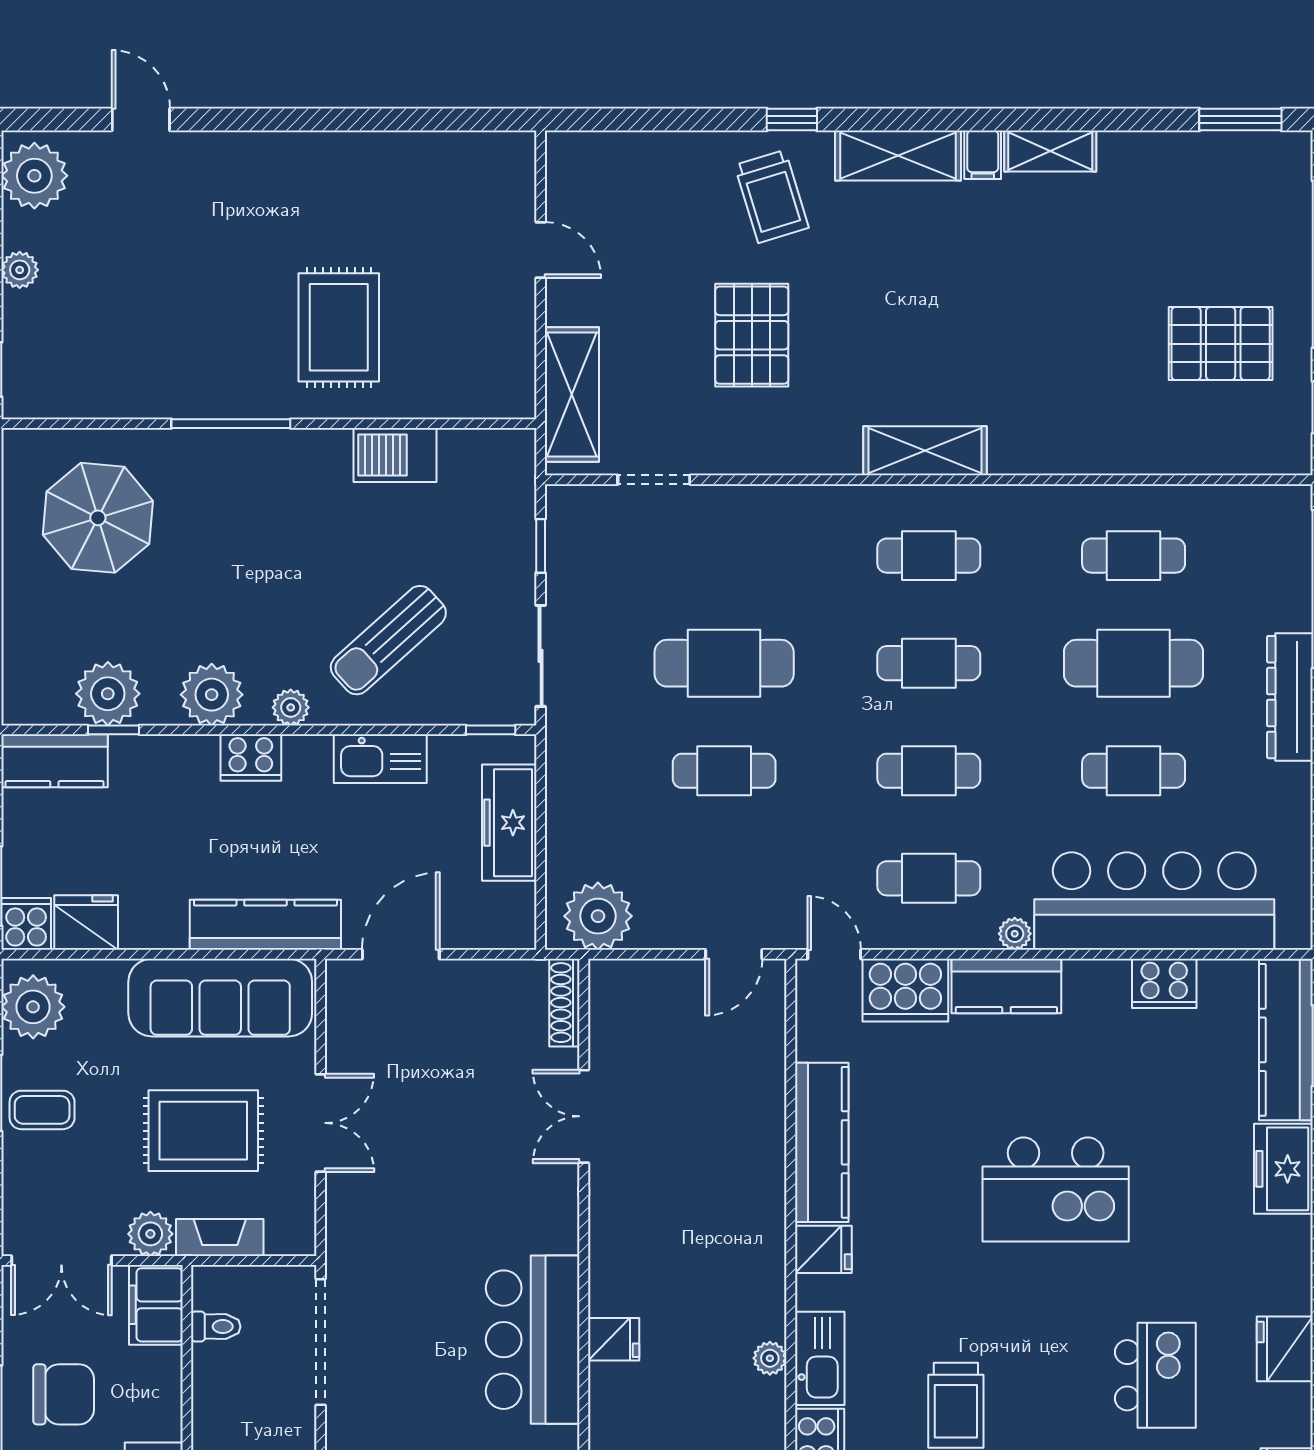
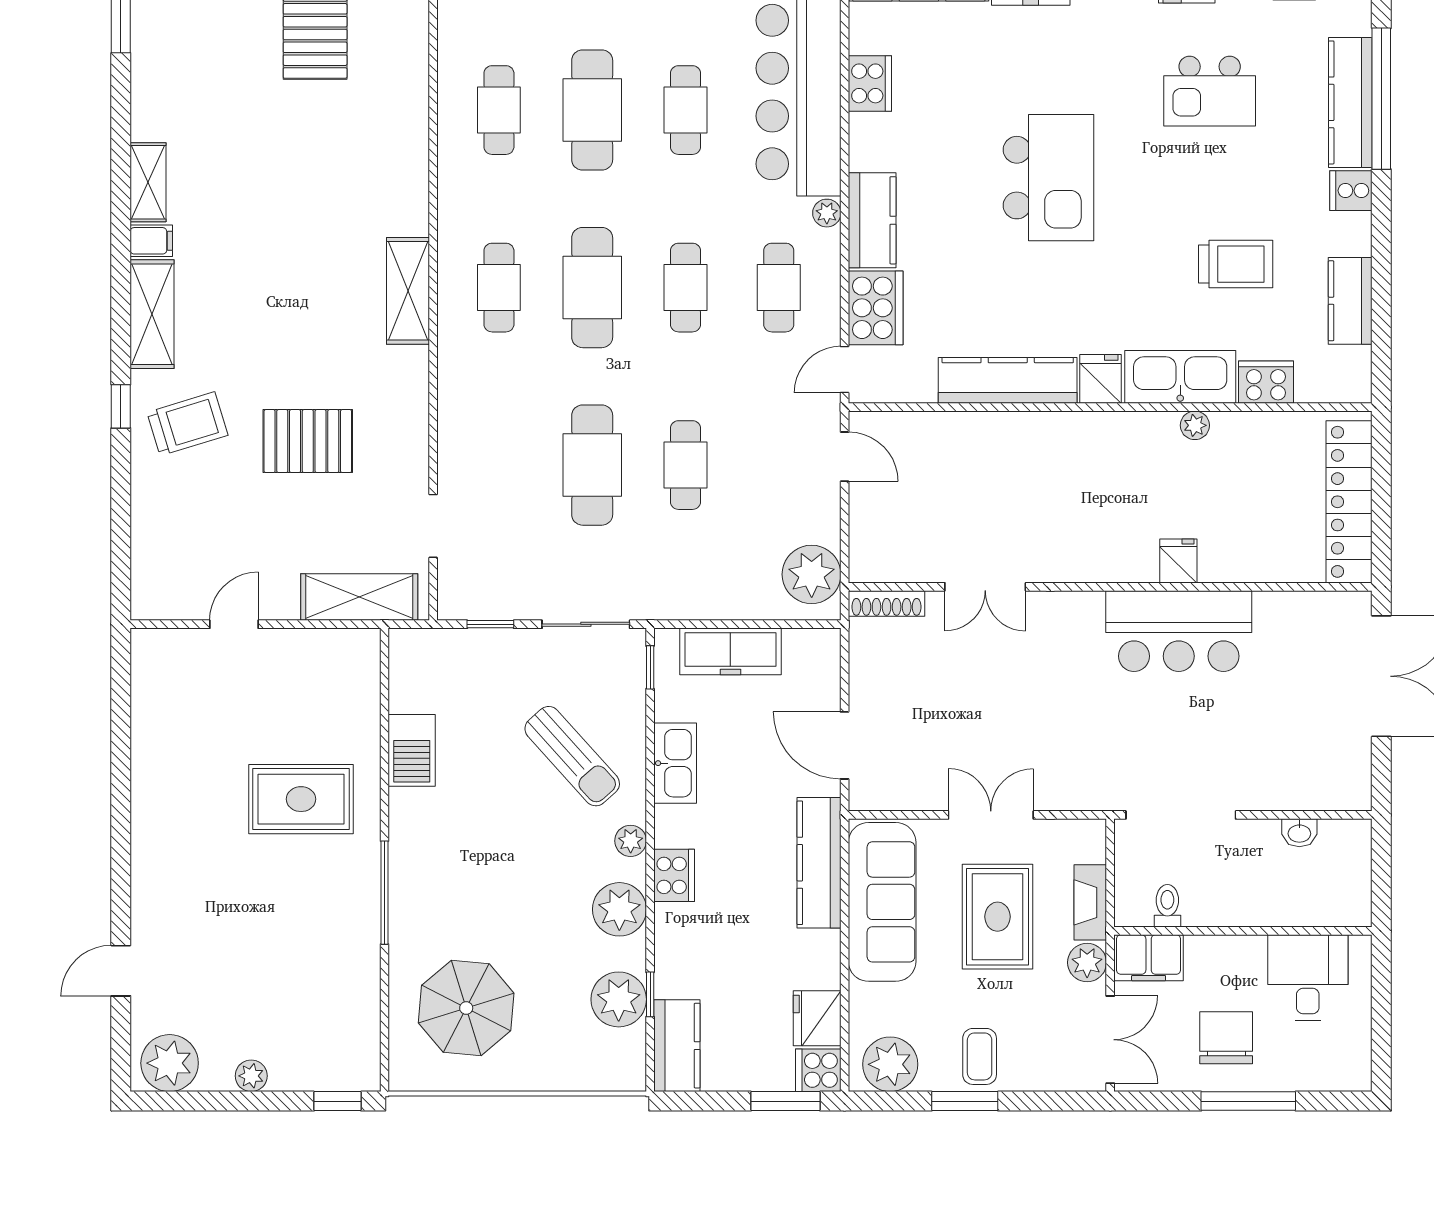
cafe table: (929, 663) -> (592, 288), width x1.37, depth x1.35
kitchen sink: (820, 1358) -> (1180, 377), width x1.36, depth x1.24
kitchen island: (1155, 1375) -> (1210, 91), turned 180

